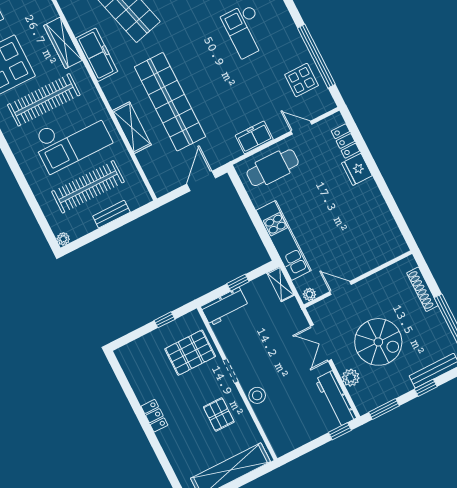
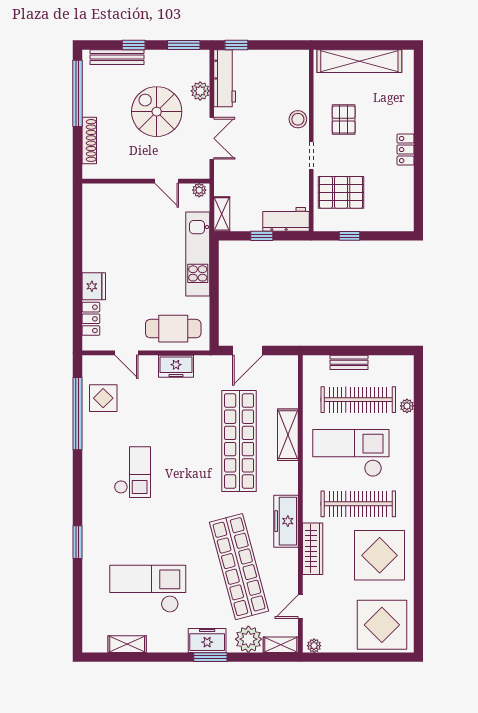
plant: (63, 239) -> (407, 406), moved

